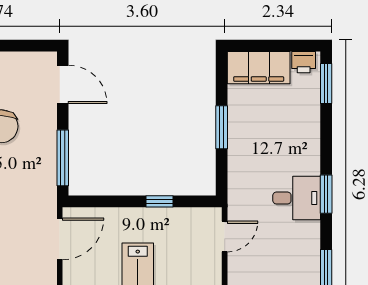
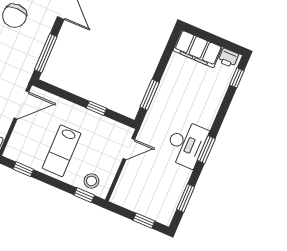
window: (326, 84) -> (237, 78), width x0.67
window: (222, 127) -> (150, 95), moved
desk: (297, 198) -> (186, 144), width x1.37

